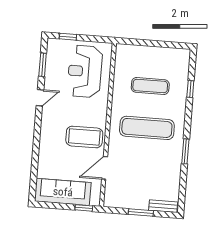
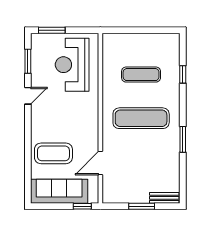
window: (68, 37) -> (52, 30), width x1.50
coffee table: (84, 137) -> (53, 153), moved

